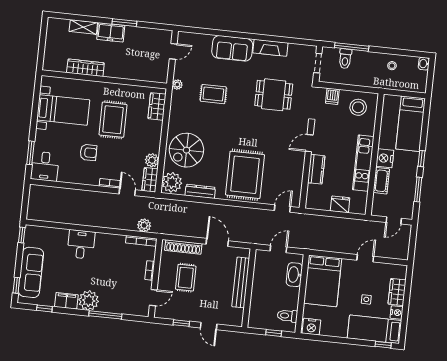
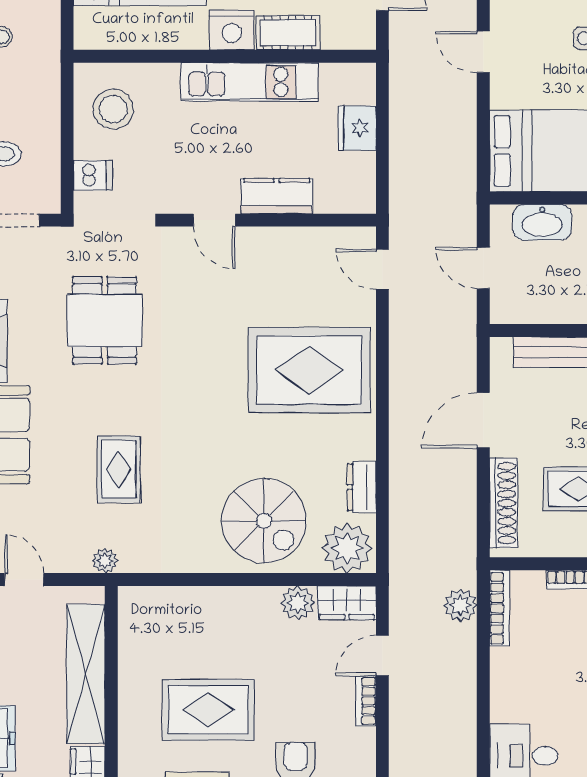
shelving: (133, 72) -> (86, 674), added
wardrobe: (157, 106) -> (164, 605), removed
dresser: (200, 191) -> (362, 487), width x0.70

